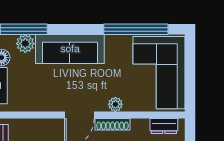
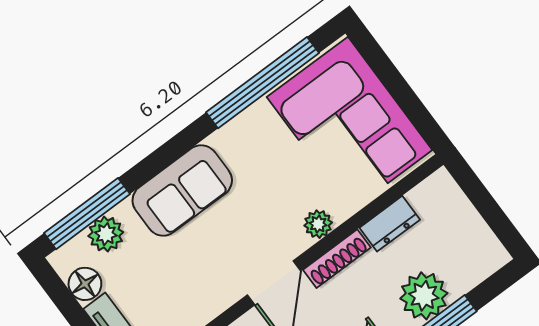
sofa: (70, 49) -> (182, 190), width x0.73
dresser: (164, 126) -> (390, 224), moved

